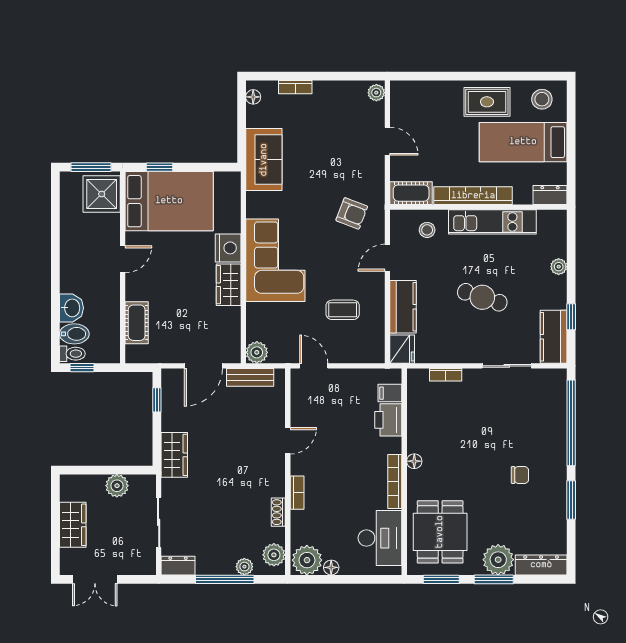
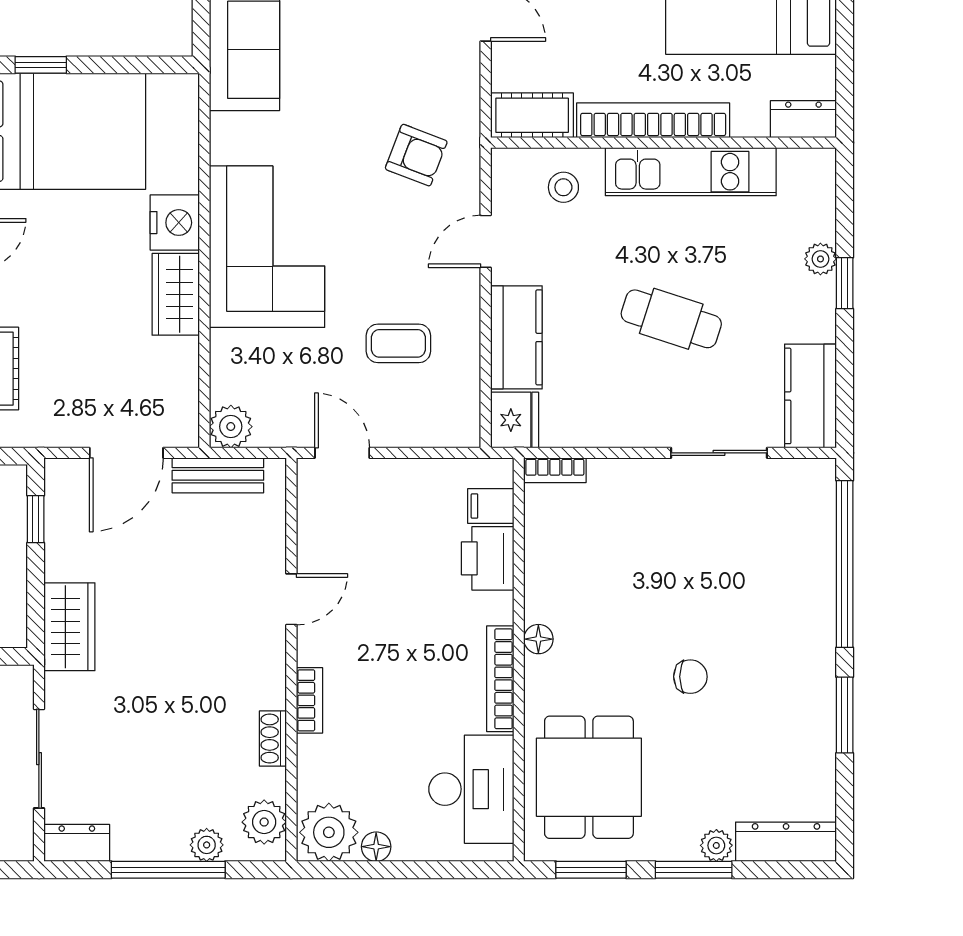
window: (571, 317) -> (845, 283), moved
bookcase: (446, 375) -> (555, 470), moved
chair: (520, 475) -> (690, 677), moved
plant: (498, 560) -> (716, 845), width x0.53, depth x0.53

